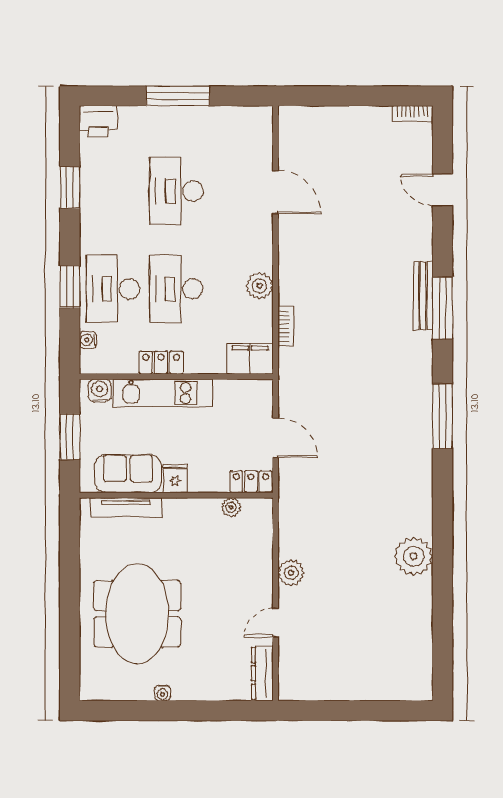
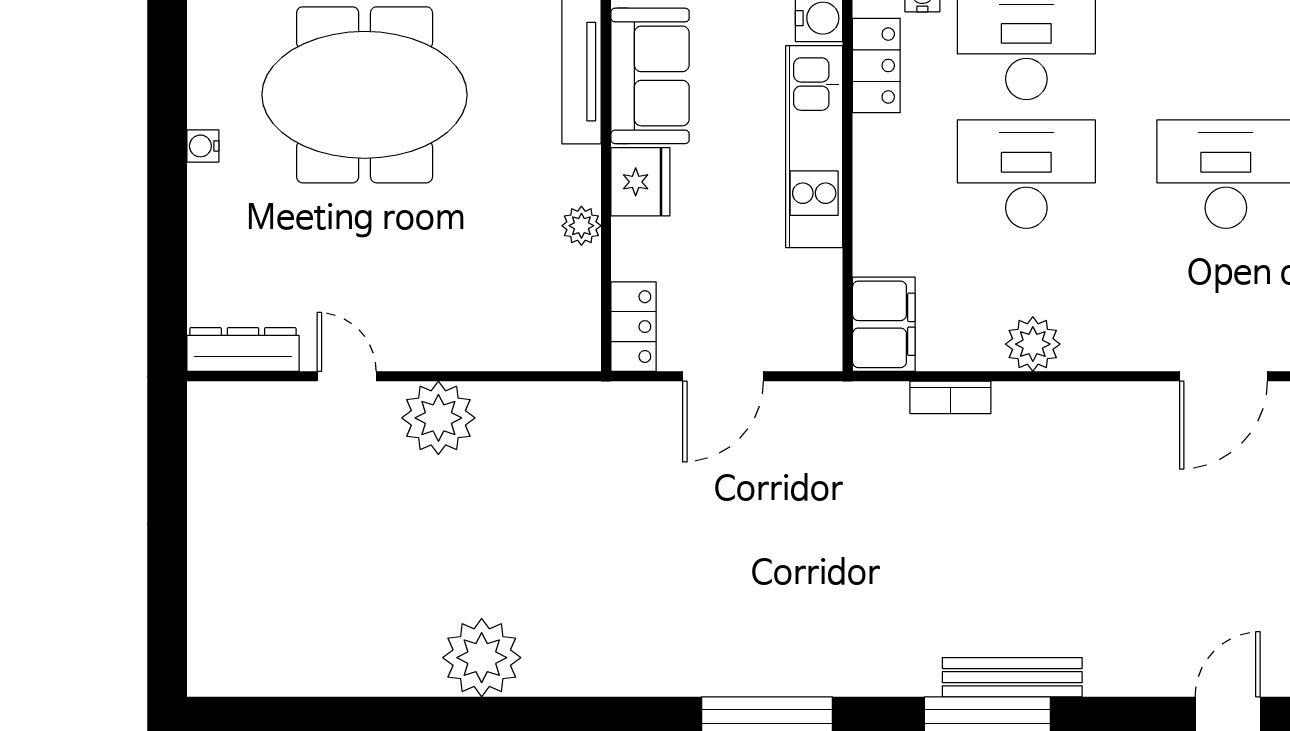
locker: (161, 363) -> (876, 65), moved
fridge: (175, 478) -> (640, 182), width x1.38
plant: (231, 507) -> (581, 226), moved
plant: (291, 573) -> (438, 418), width x1.36, depth x1.36

